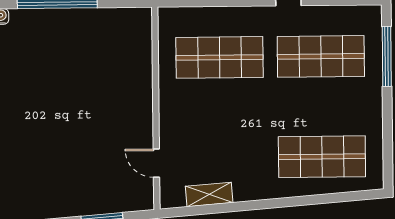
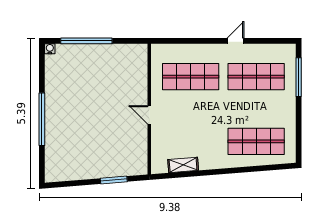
door: (156, 163) -> (149, 115), moved

